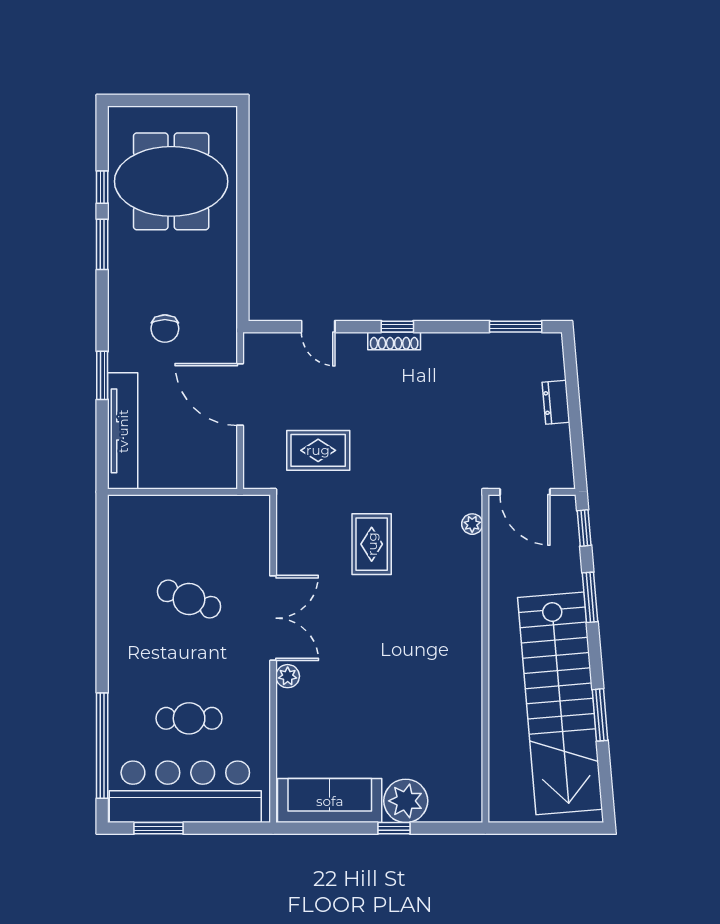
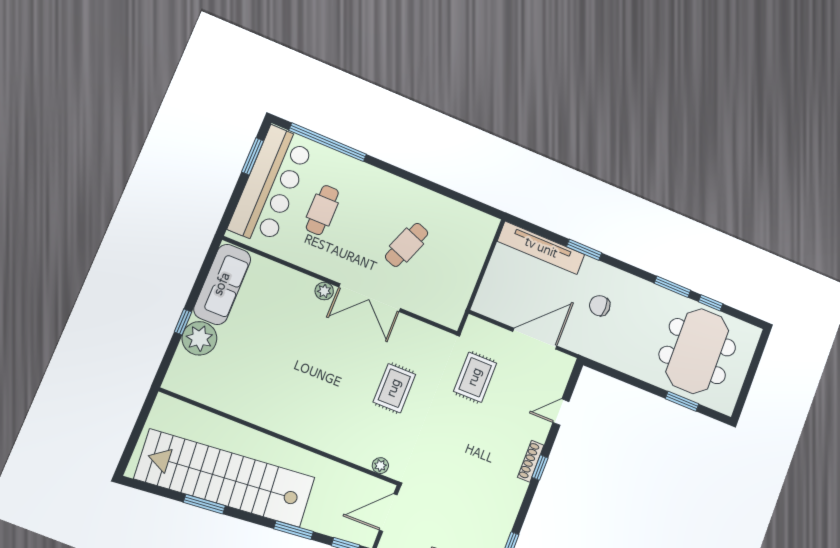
window: (243, 177) -> (682, 401), added
rug: (372, 544) -> (394, 388), turned 90

